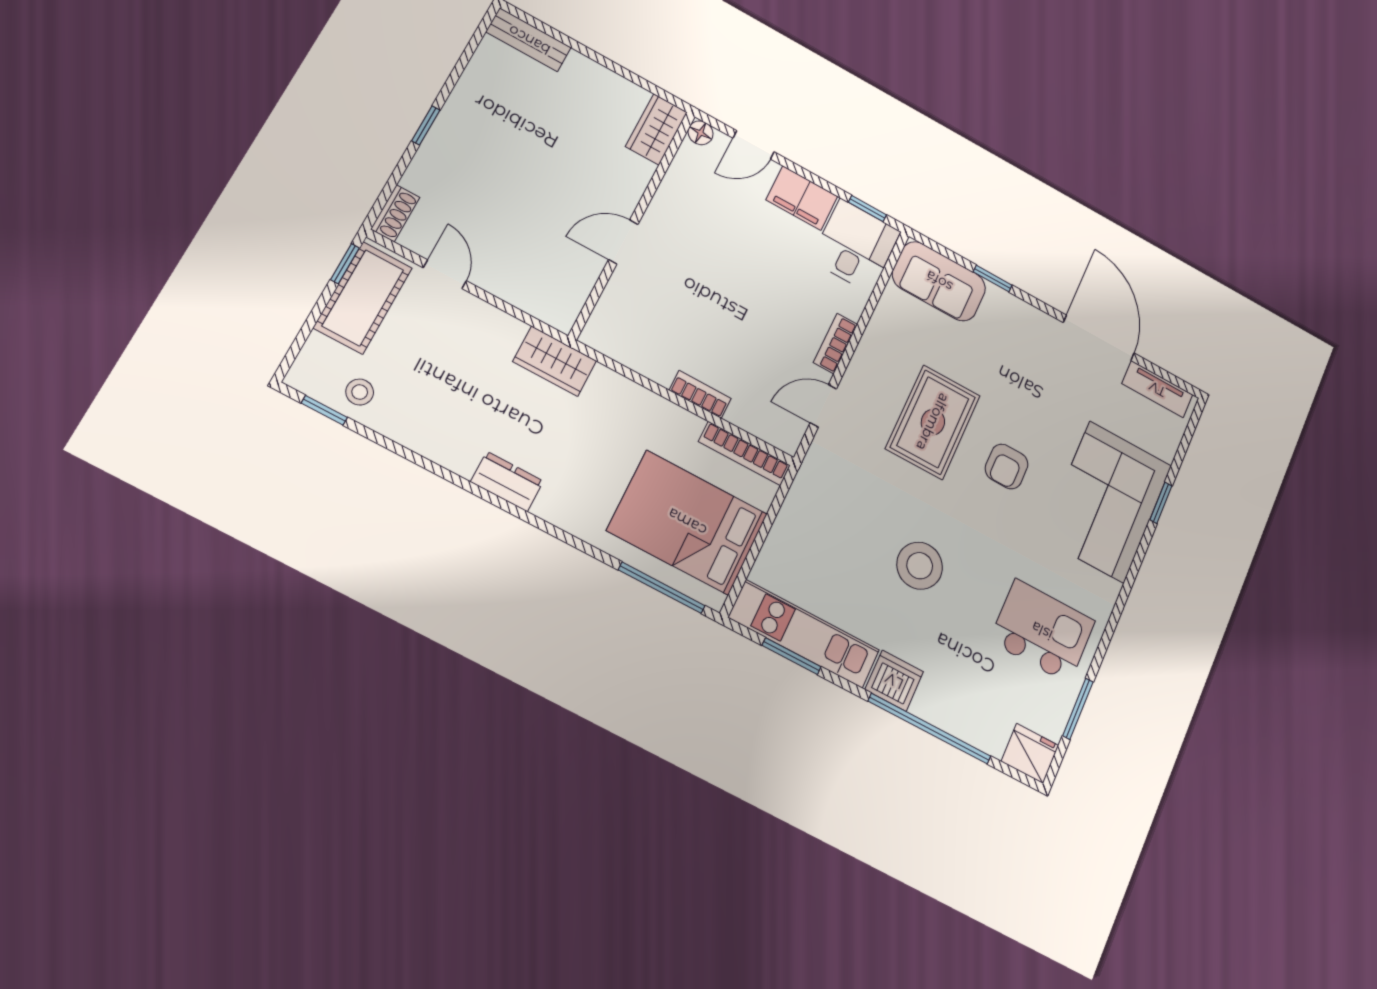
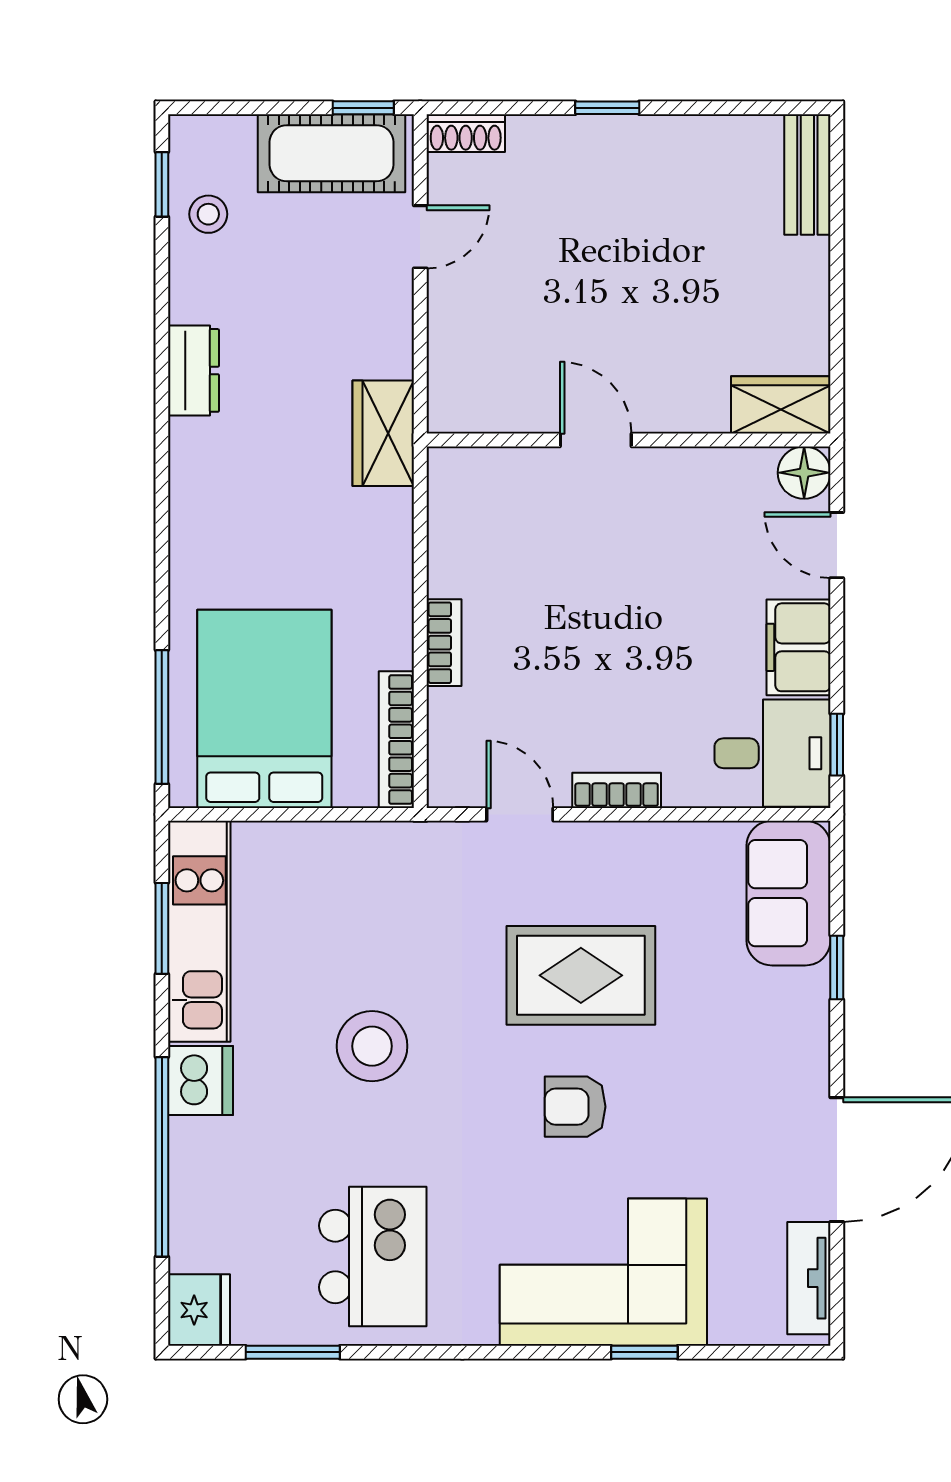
floor lamp: (700, 133) -> (804, 473), width x1.37, depth x1.37
dresser: (507, 481) -> (194, 370), moved

